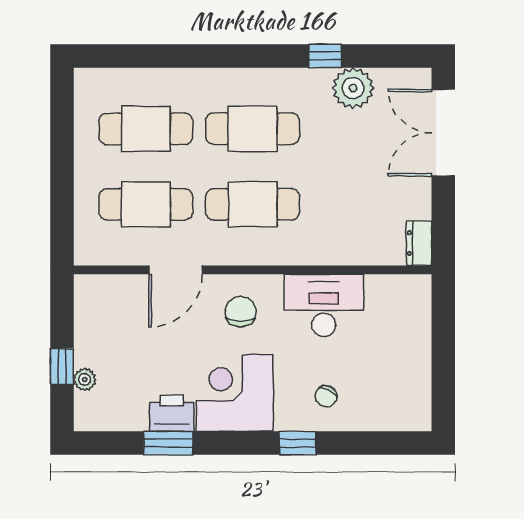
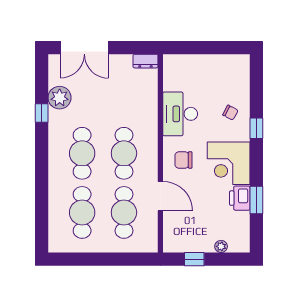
window: (62, 366) -> (194, 259), moved

